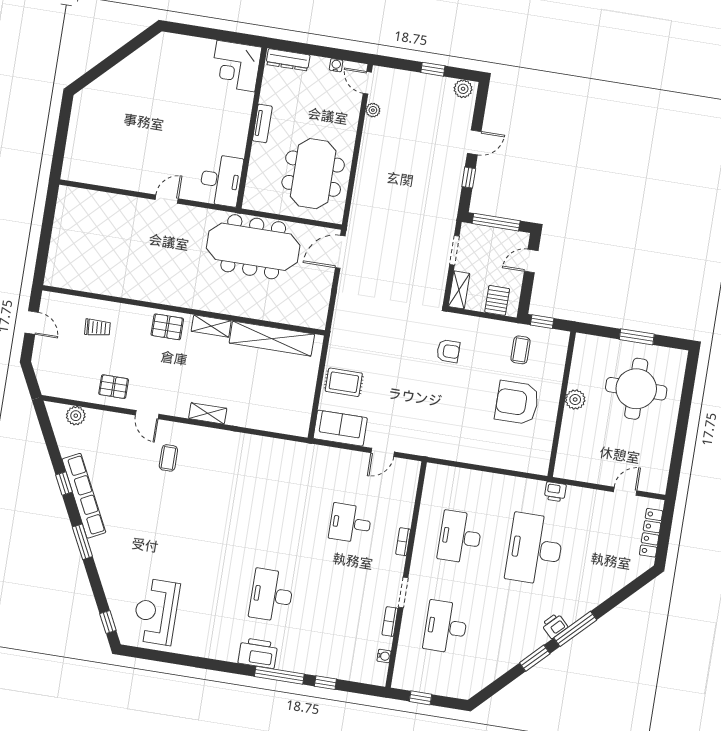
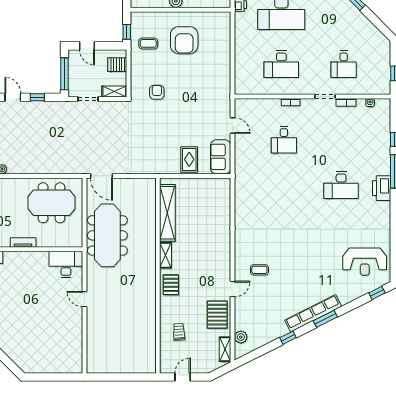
pallet: (114, 387) -> (217, 315), width x1.50, depth x1.42
shelving: (208, 413) -> (225, 349), moved
row of seats: (84, 496) -> (313, 313), moved
desk: (446, 627) -> (344, 64), width x0.73

